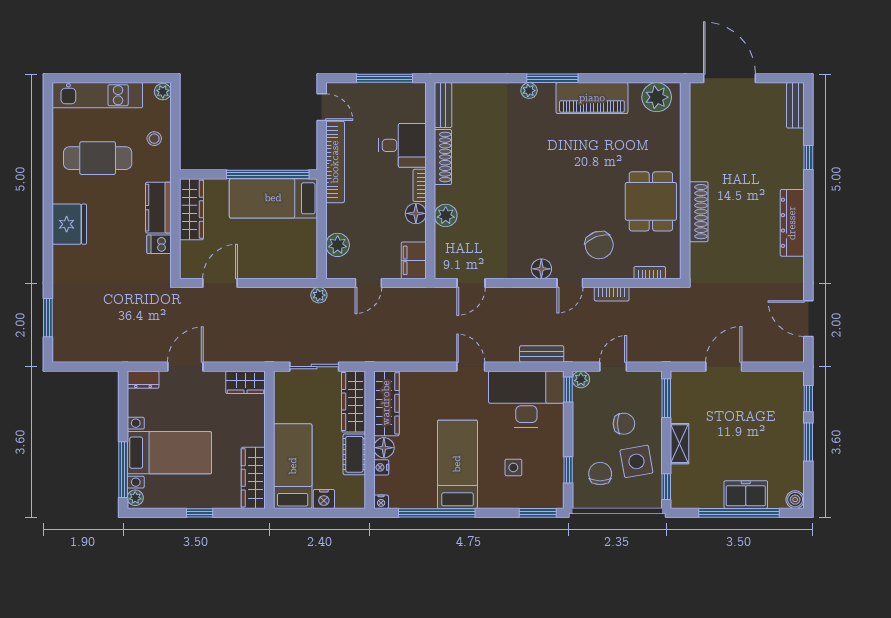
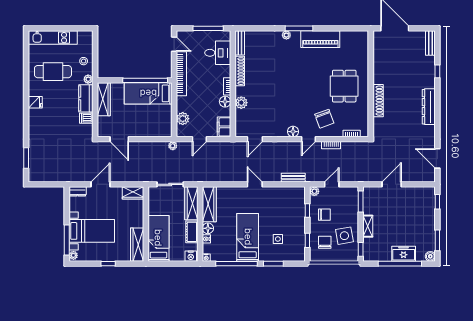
plant: (163, 92) -> (88, 79), moved
plant: (657, 97) -> (355, 39), removed
desk: (402, 145) -> (218, 53), moved
dining table: (651, 201) -> (344, 86), moved
fridge: (69, 224) -> (35, 102), width x0.53, depth x0.75
door: (220, 283) -> (119, 139), swing flipped
window: (568, 390) -> (307, 210), moved
desk: (526, 399) -> (285, 202), removed
chair: (624, 424) -> (324, 215), moved
window: (808, 442) -> (437, 240), moved
nightstand: (324, 499) -> (191, 256), moved
window: (538, 513) -> (273, 264), moved

